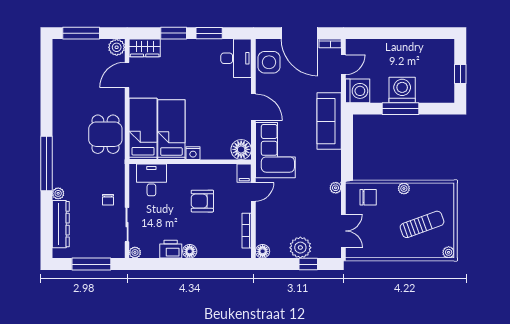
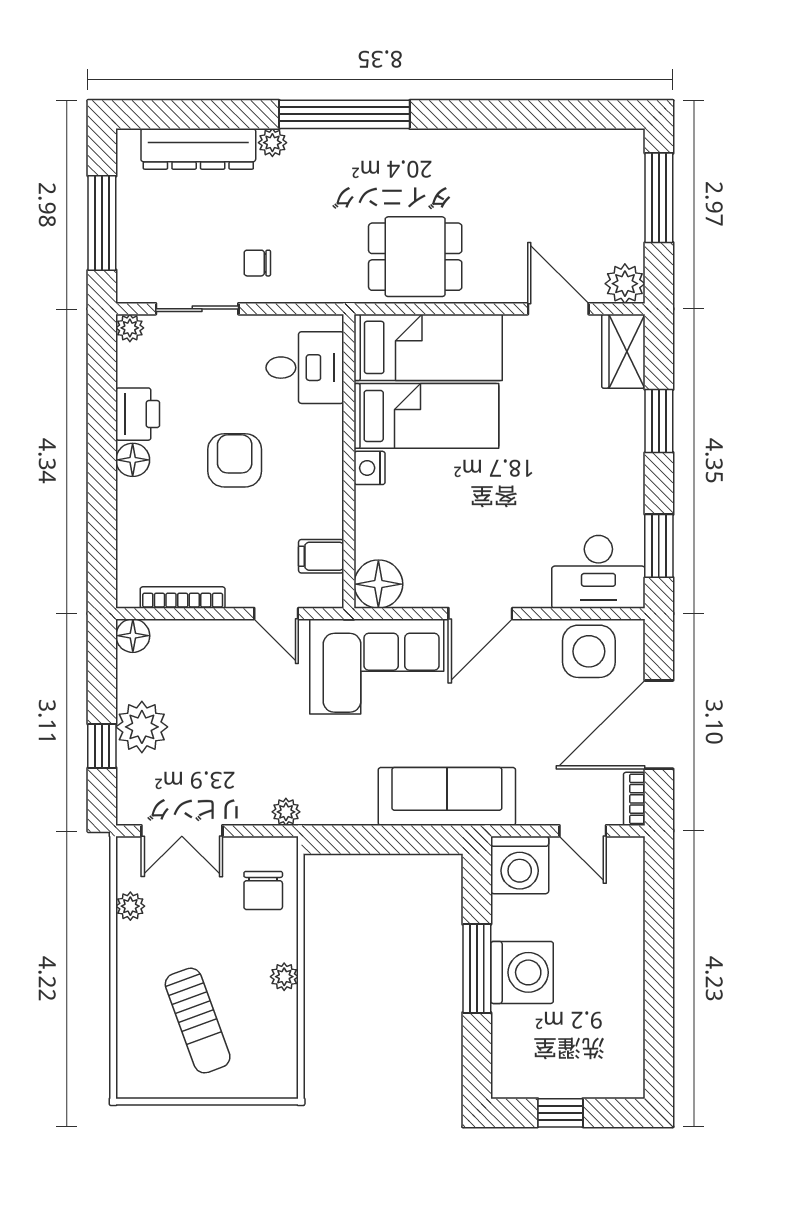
window: (209, 33) -> (659, 546), moved
filing cabinet: (244, 173) -> (321, 556), moved
armchair: (202, 201) -> (235, 460), moved
plant: (449, 252) -> (130, 906), moved

